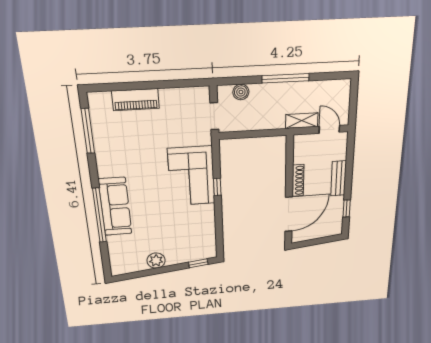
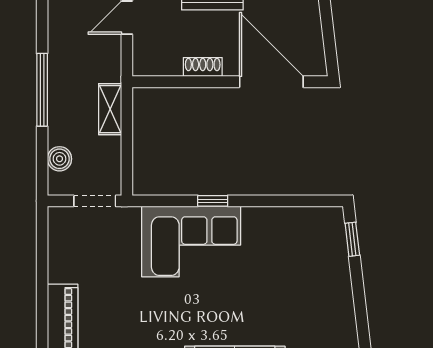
shelving: (302, 121) -> (110, 109), moved
shoe rack: (298, 180) -> (203, 67), width x0.70
plant: (156, 261) -> (340, 311), removed

